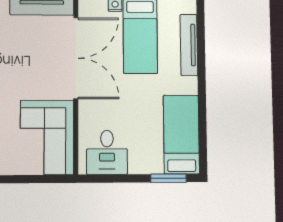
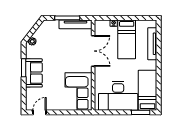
double door: (76, 58) -> (93, 51), width x0.73
desk: (107, 152) -> (118, 96), width x1.87, depth x1.30

